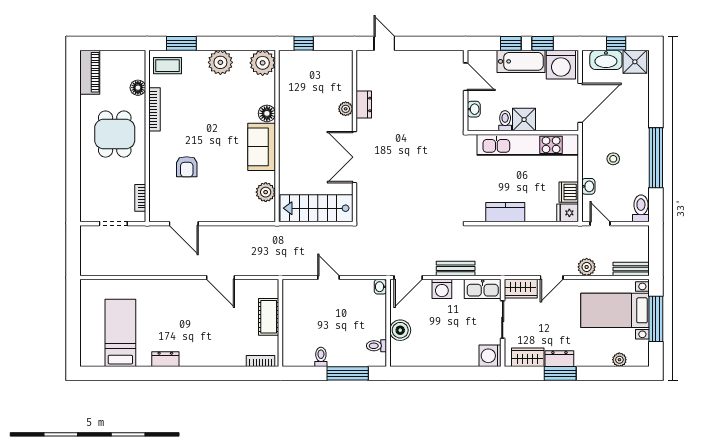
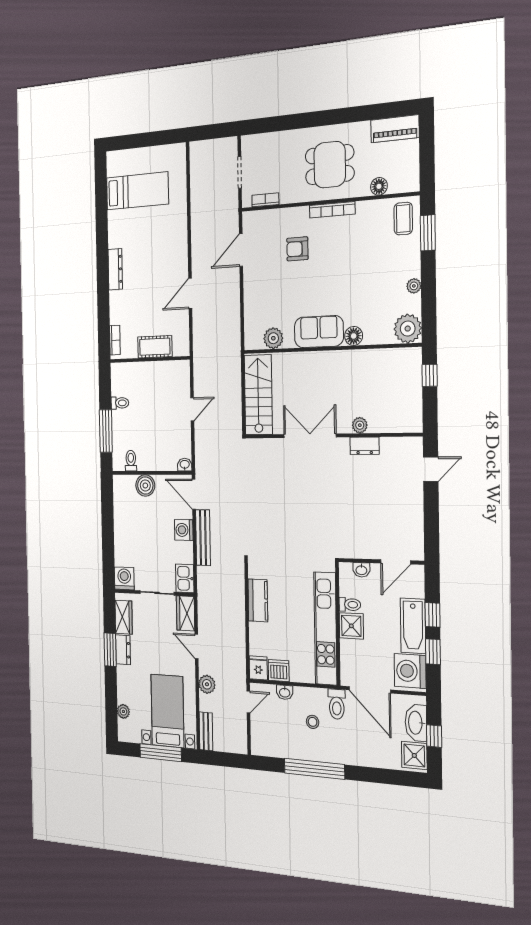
plant: (220, 62) -> (414, 286), width x0.53, depth x0.53
bookcase: (155, 109) -> (332, 210), moved
toilet: (641, 208) -> (337, 704), moved, turned 90
bench: (456, 268) -> (203, 538), width x1.36
kitchen sink: (483, 289) -> (185, 578), width x0.73
dresser: (165, 359) -> (115, 269), moved, width x1.44

